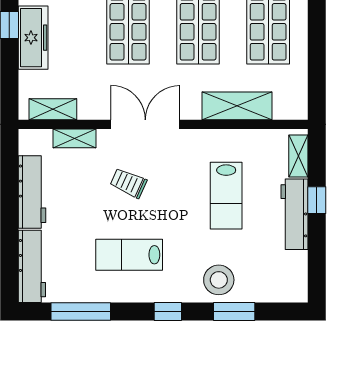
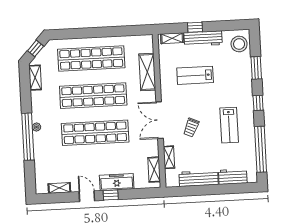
lab bench: (226, 196) -> (195, 75), turned 180
workbench: (32, 266) -> (233, 177), width x0.73
stool: (219, 280) -> (239, 44), moved
window: (81, 311) -> (261, 149), width x1.46

